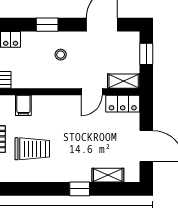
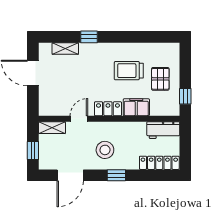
stool: (61, 55) -> (105, 150), width x1.89, depth x1.89
locker: (123, 104) -> (108, 109), moved
filing cabinet: (23, 105) -> (136, 107), width x2.00

